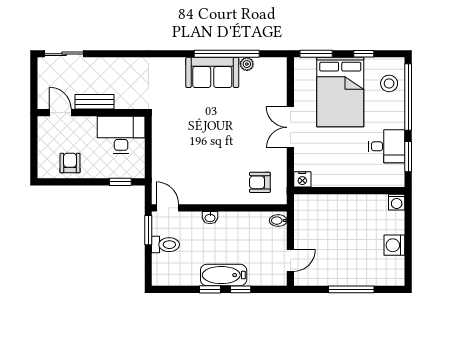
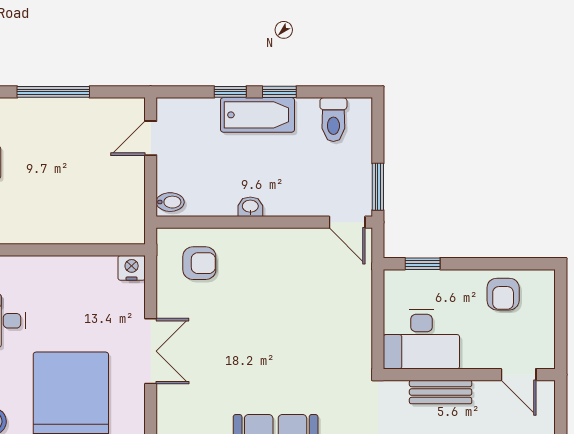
bench: (94, 102) -> (441, 392), moved
washbasin: (210, 218) -> (250, 207), moved
toilet: (166, 245) -> (333, 120), moved, turned -90

